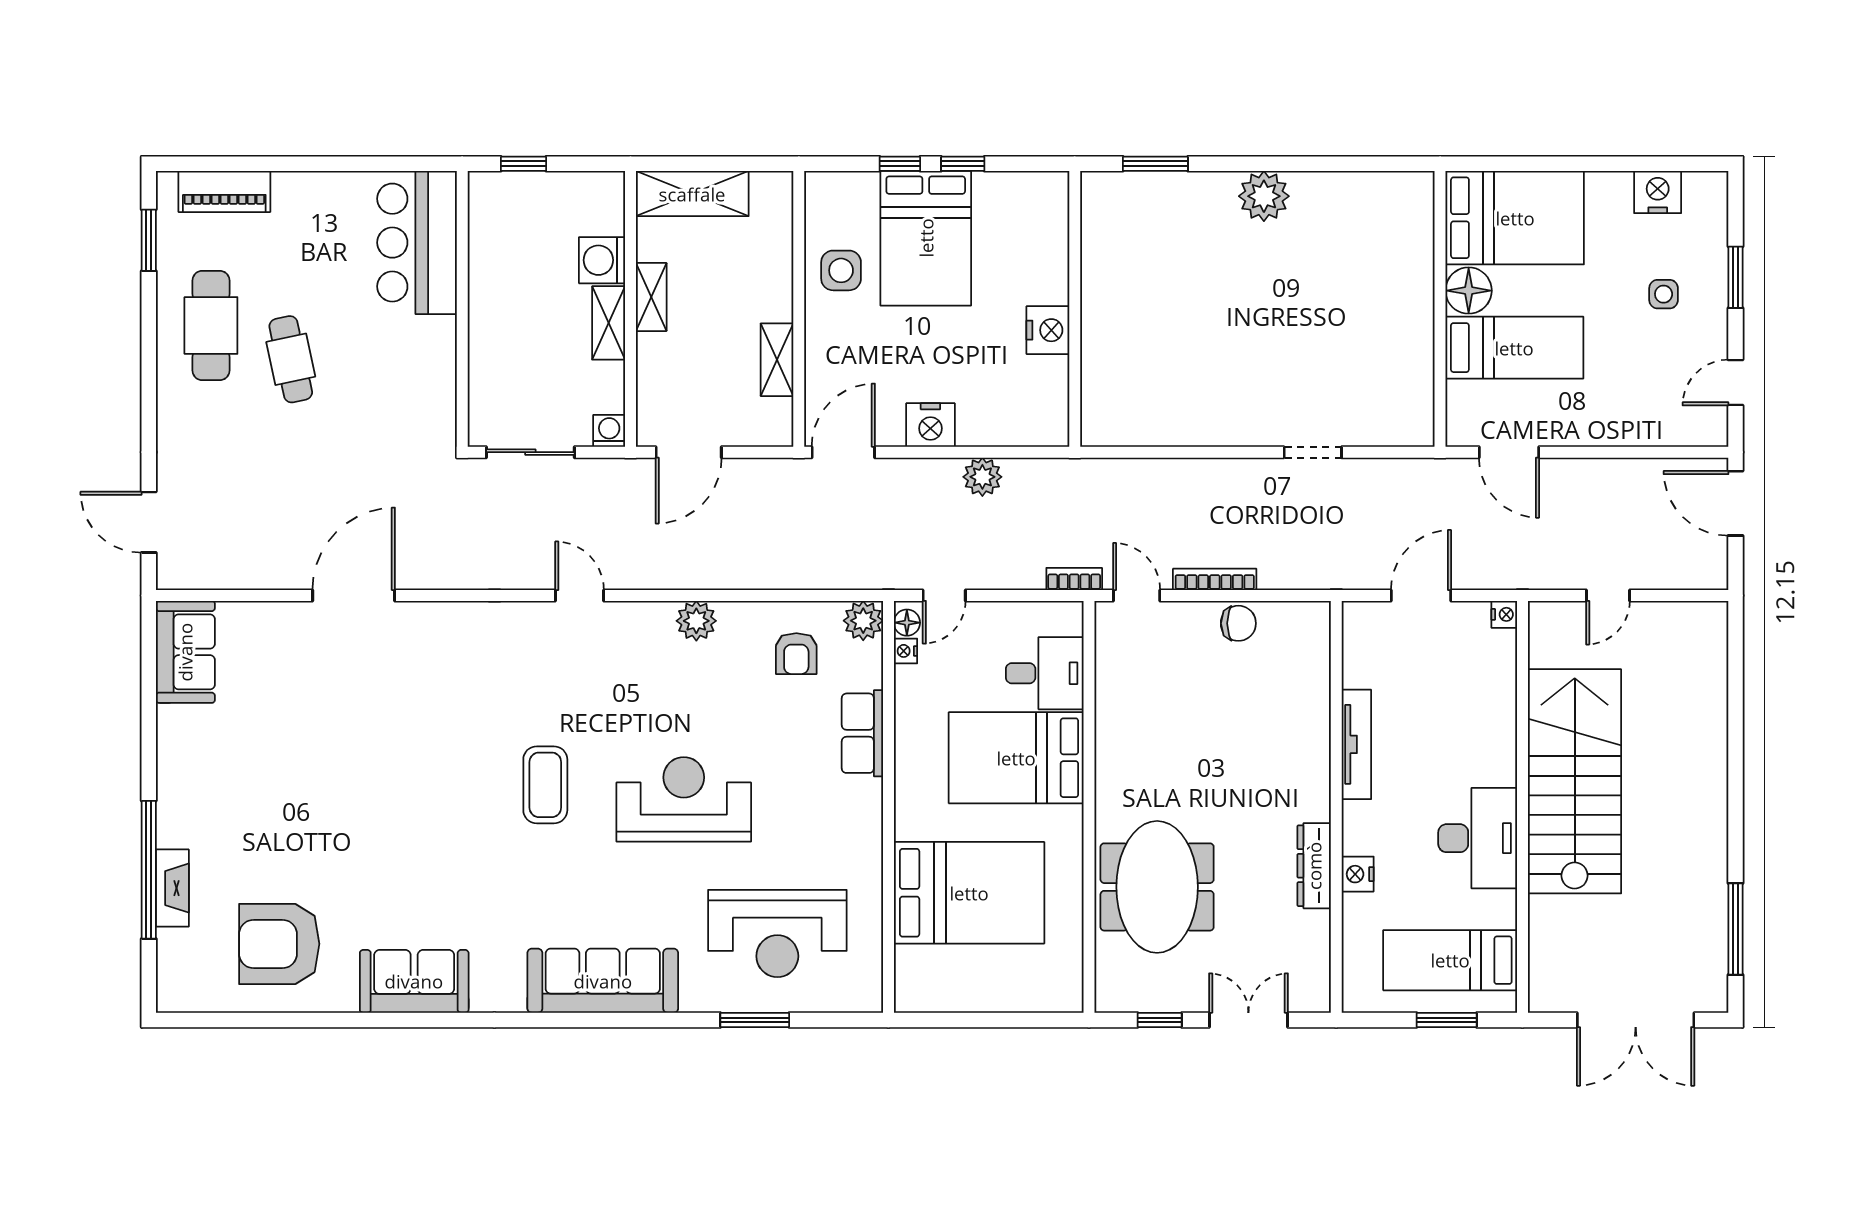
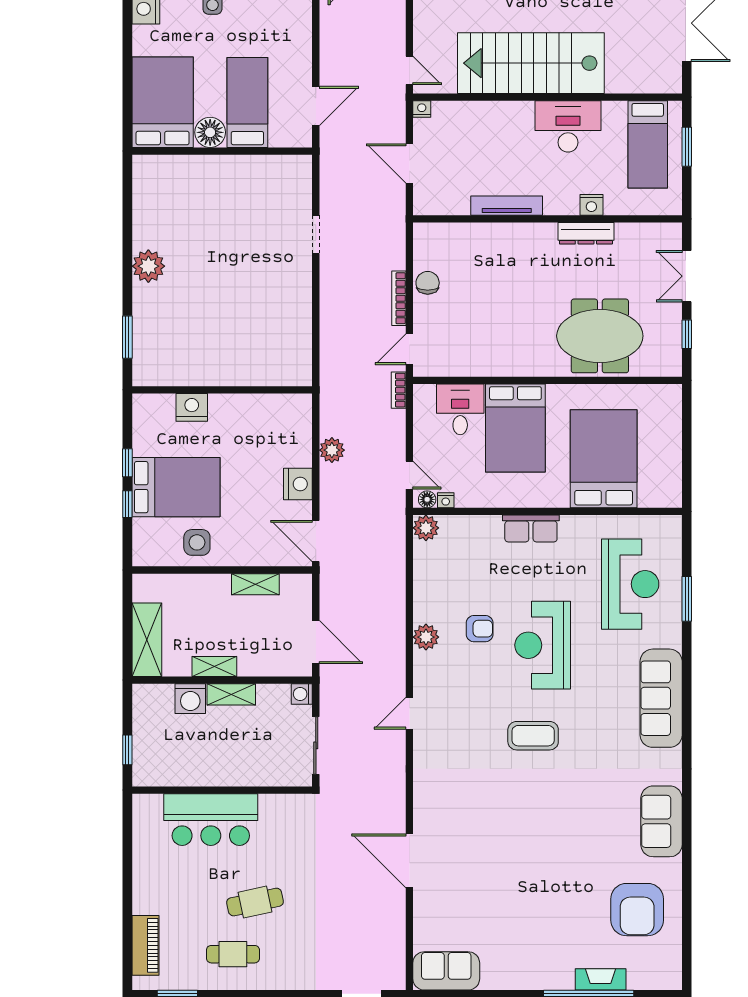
bar counter: (417, 243) -> (211, 820), moved
cafe table: (211, 326) -> (233, 954), width x0.73, depth x0.74
nightstand: (1048, 330) -> (192, 407), moved
door: (1608, 595) -> (409, 70), moved
armchair: (796, 654) -> (480, 629), moved
row of seats: (862, 733) -> (531, 529), moved

